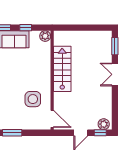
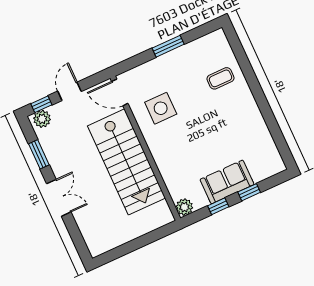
window: (115, 46) -> (39, 154), moved
stairs: (62, 69) -> (126, 162), width x1.36, depth x1.51

